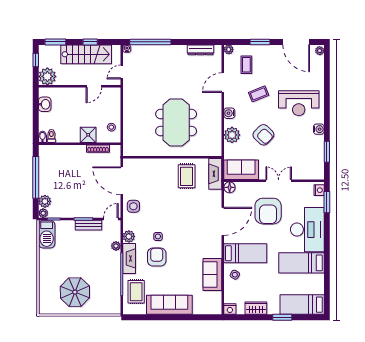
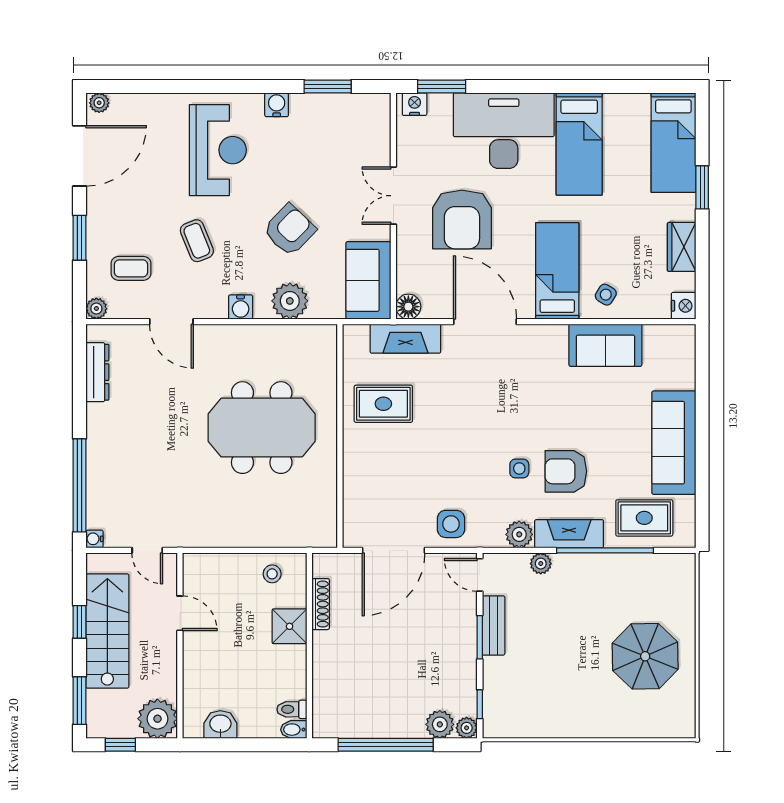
fireplace: (215, 174) -> (405, 339), moved
armchair: (268, 211) -> (462, 219), turned 90
barbecue: (47, 234) -> (514, 720), removed

